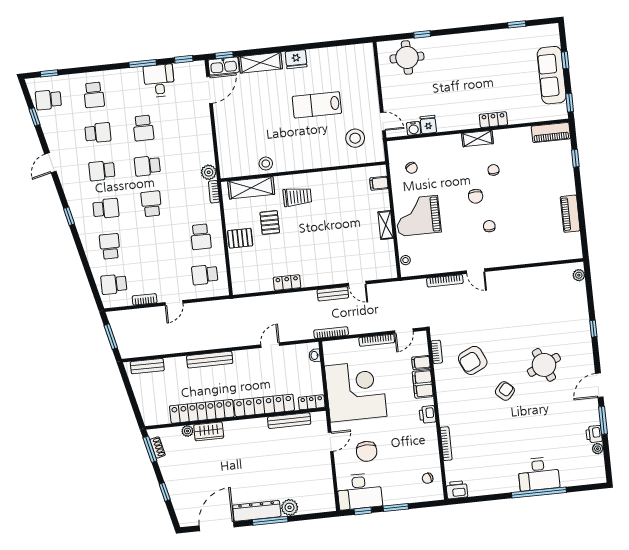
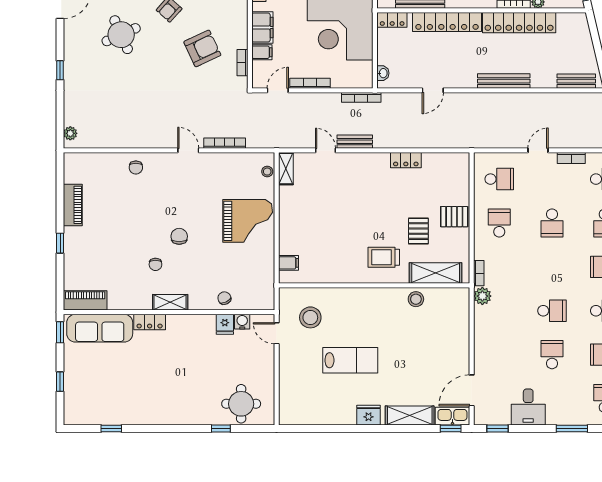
window: (143, 64) -> (572, 429), moved
sofa: (552, 75) -> (100, 328), moved, turned 90
window: (575, 158) -> (60, 243), moved
chair: (412, 168) -> (224, 298), moved
school desk: (151, 204) -> (552, 223), moved
shelving: (386, 225) -> (286, 169), moved
chair: (489, 226) -> (136, 167), moved

